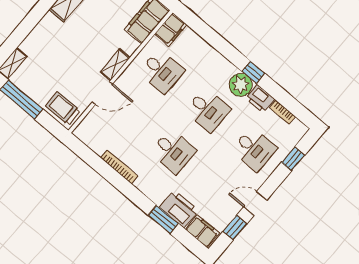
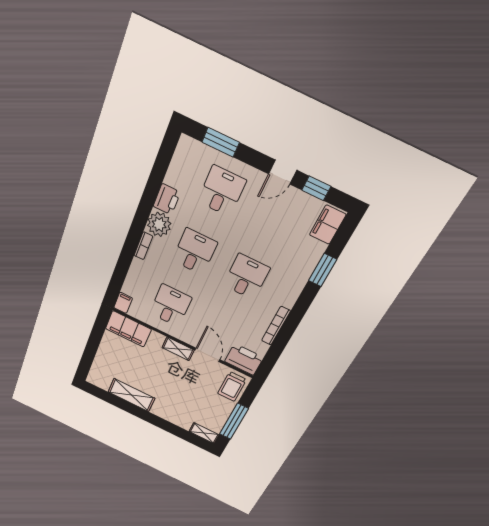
filing cabinet: (171, 30) -> (123, 303), width x0.50
window: (253, 72) -> (142, 214), removed
bookcase: (282, 112) -> (143, 246), moved
window: (293, 159) -> (221, 142), width x1.50
door: (255, 204) -> (283, 172), hinge flipped
printer: (179, 209) -> (244, 359), moved, turned 90

